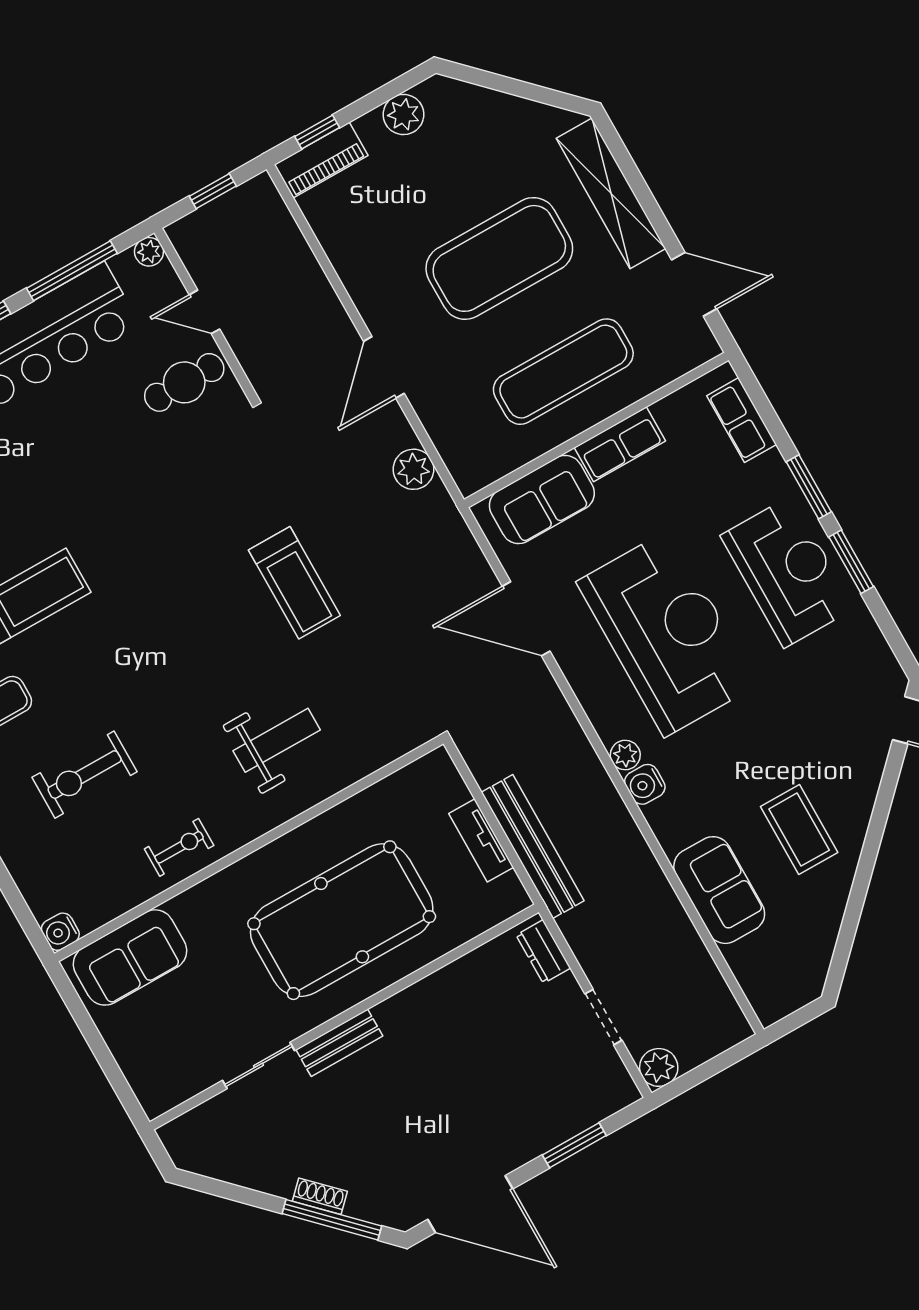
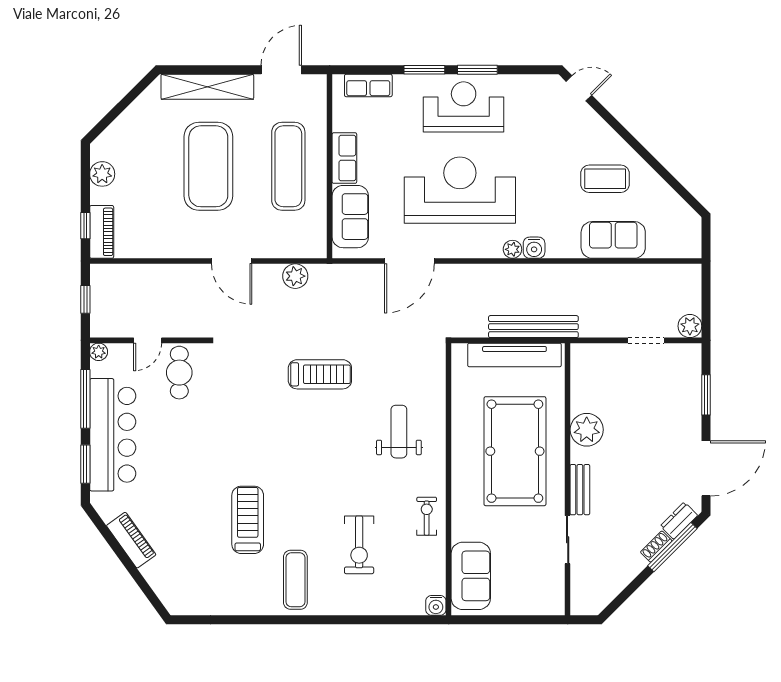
tv unit: (481, 840) -> (514, 355), width x1.92, depth x1.29
dresser: (543, 952) -> (679, 521), moved, turned 135
plant: (429, 1004) -> (587, 430), added

